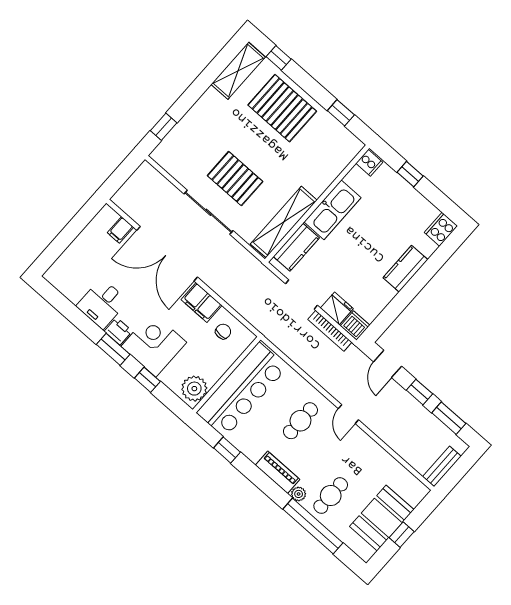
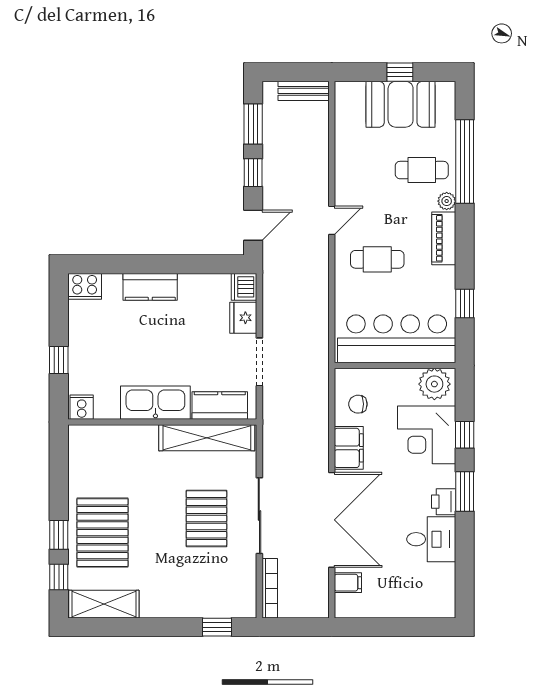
window: (341, 113) -> (59, 535), moved
bookcase: (330, 331) -> (270, 588), moved
corner desk: (154, 344) -> (427, 435), moved

